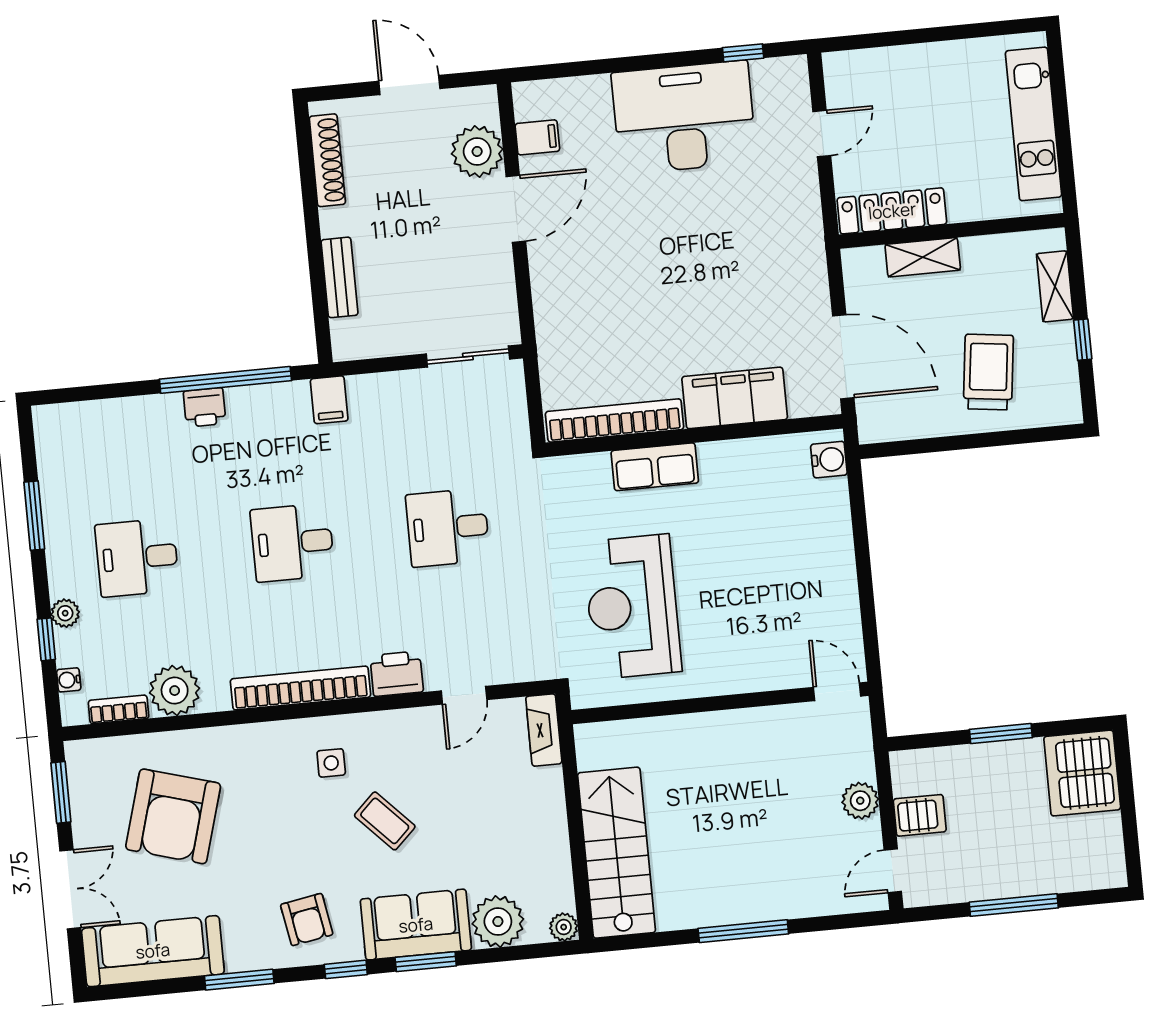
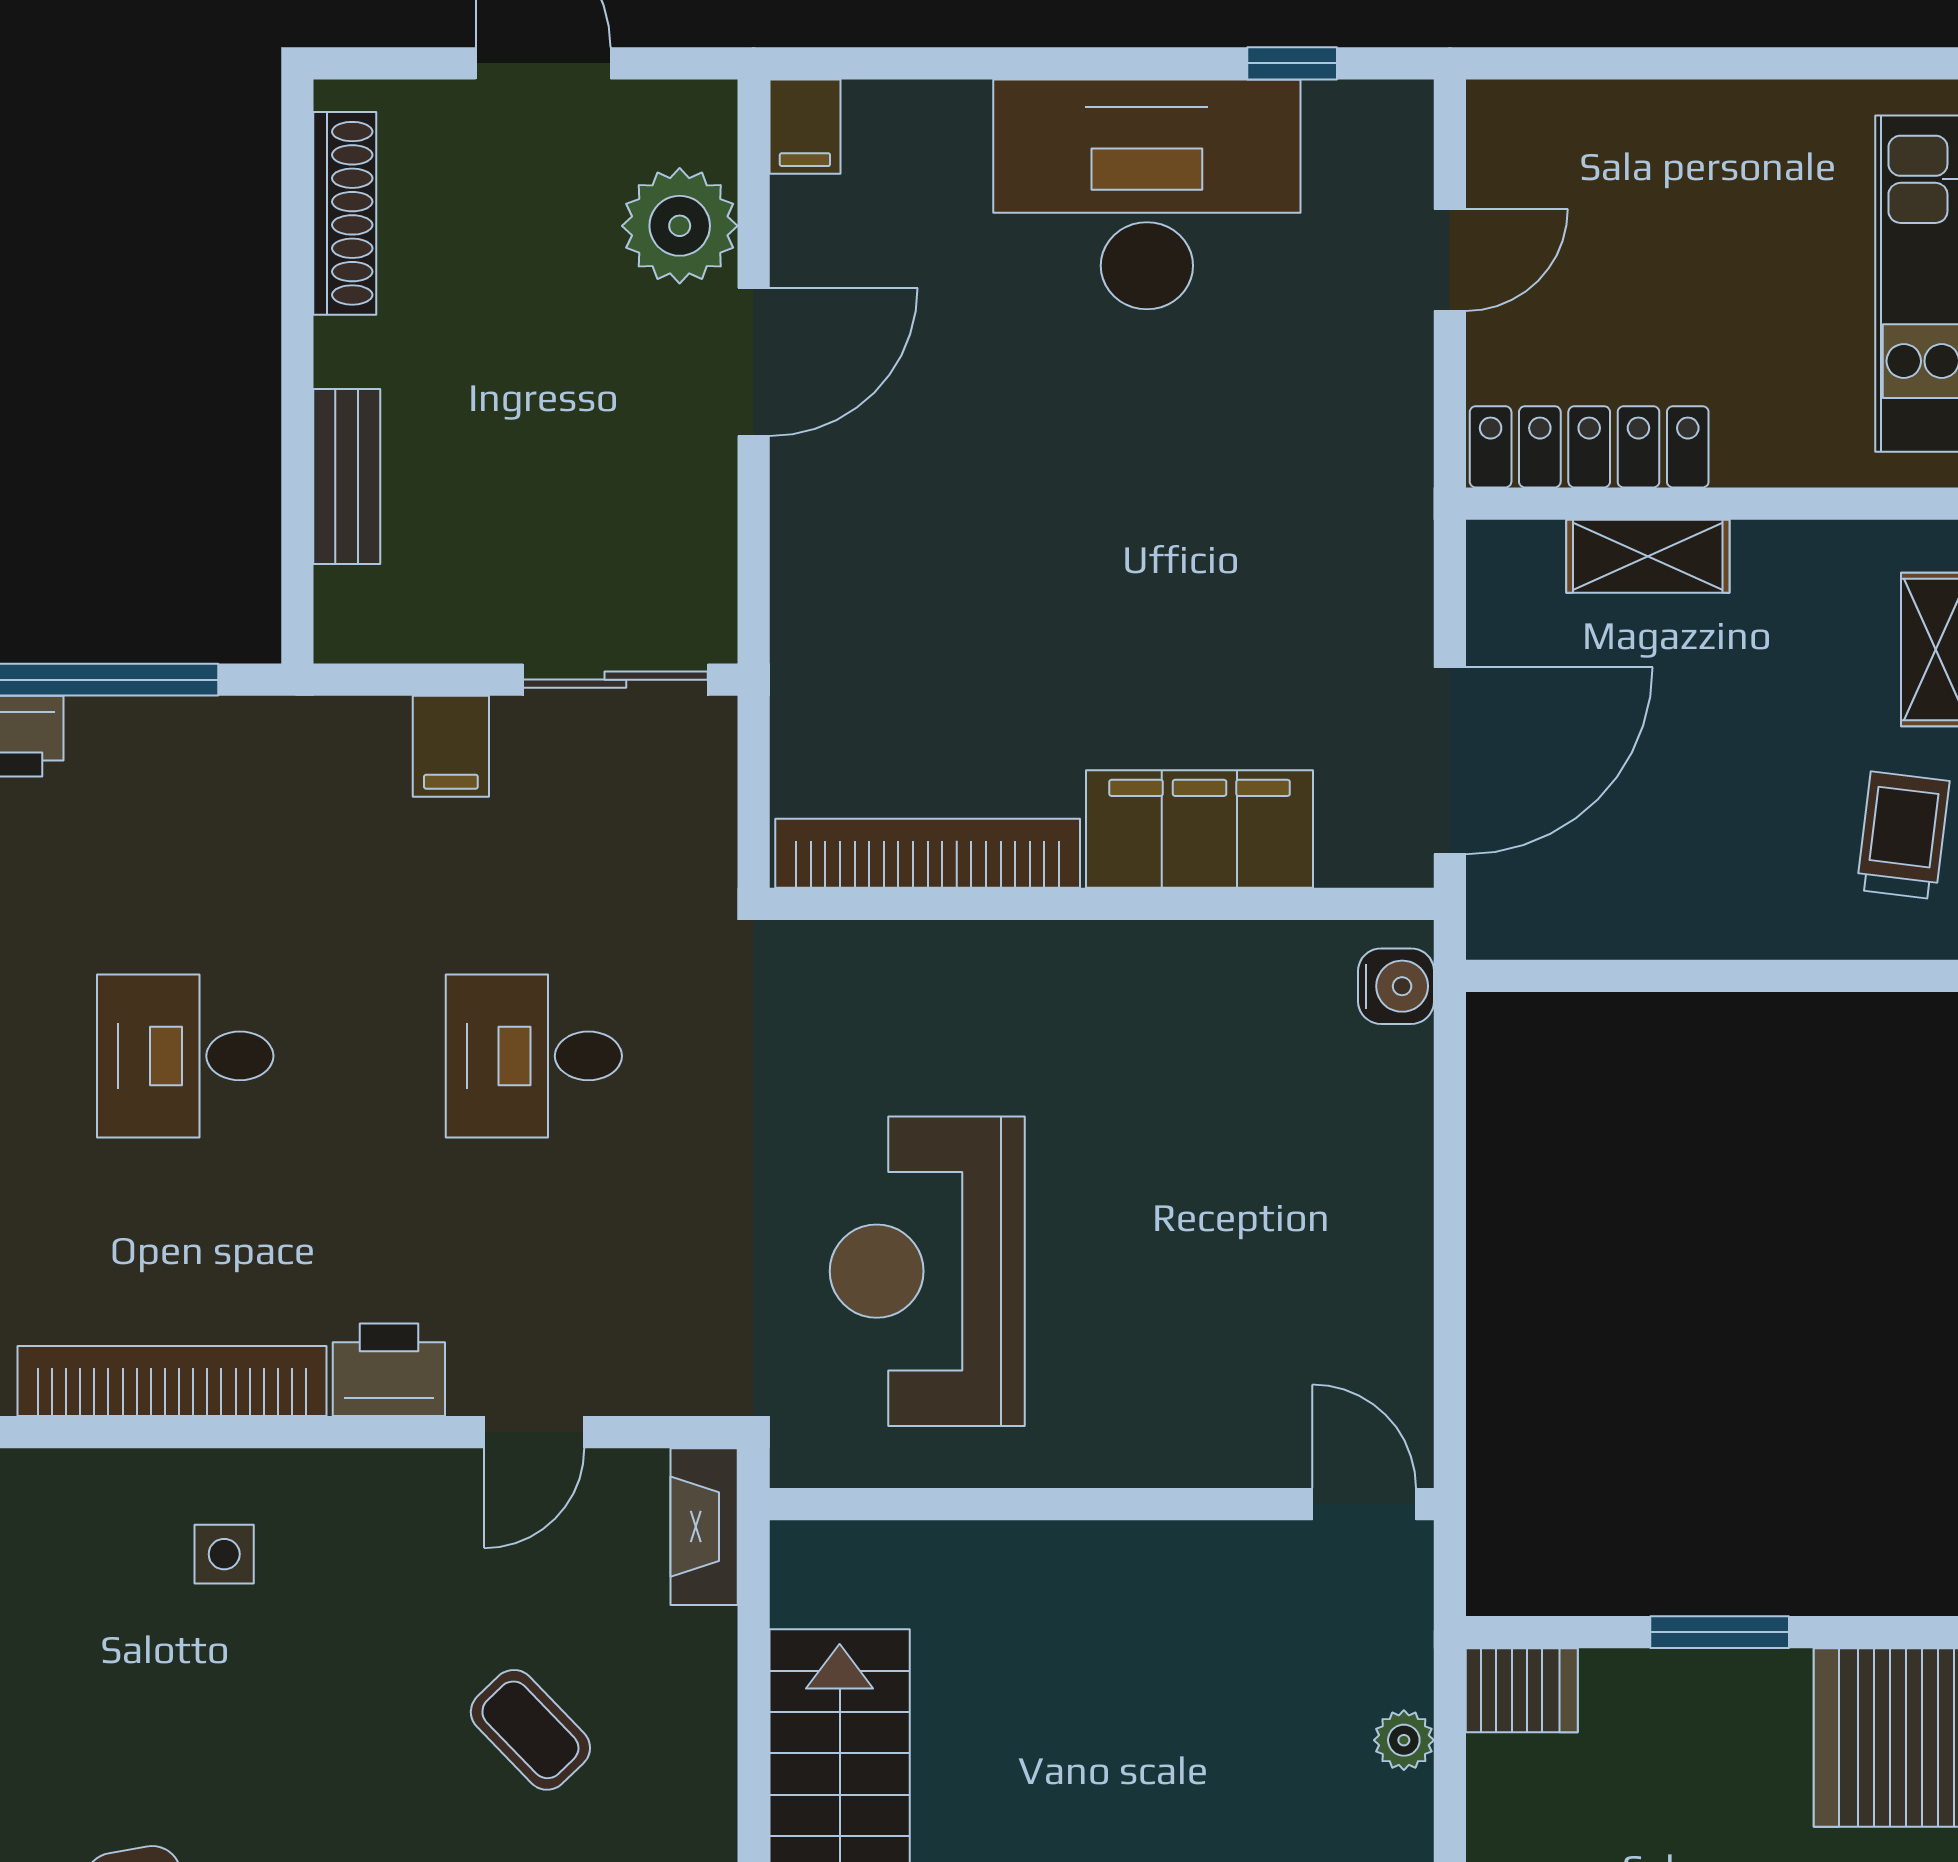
filing cabinet: (537, 137) -> (805, 127), moved, turned 90
door: (843, 357) -> (1450, 761), hinge flipped
trolley: (988, 372) -> (1903, 835), moved, width x0.73, depth x0.72
filing cabinet: (329, 400) -> (451, 746), moved
row of seats: (655, 467) -> (1007, 965), removed
plant: (860, 801) -> (1404, 1740), width x0.73, depth x0.73
server rack: (920, 815) -> (1522, 1690), moved
coffee table: (385, 821) -> (530, 1730), moved

